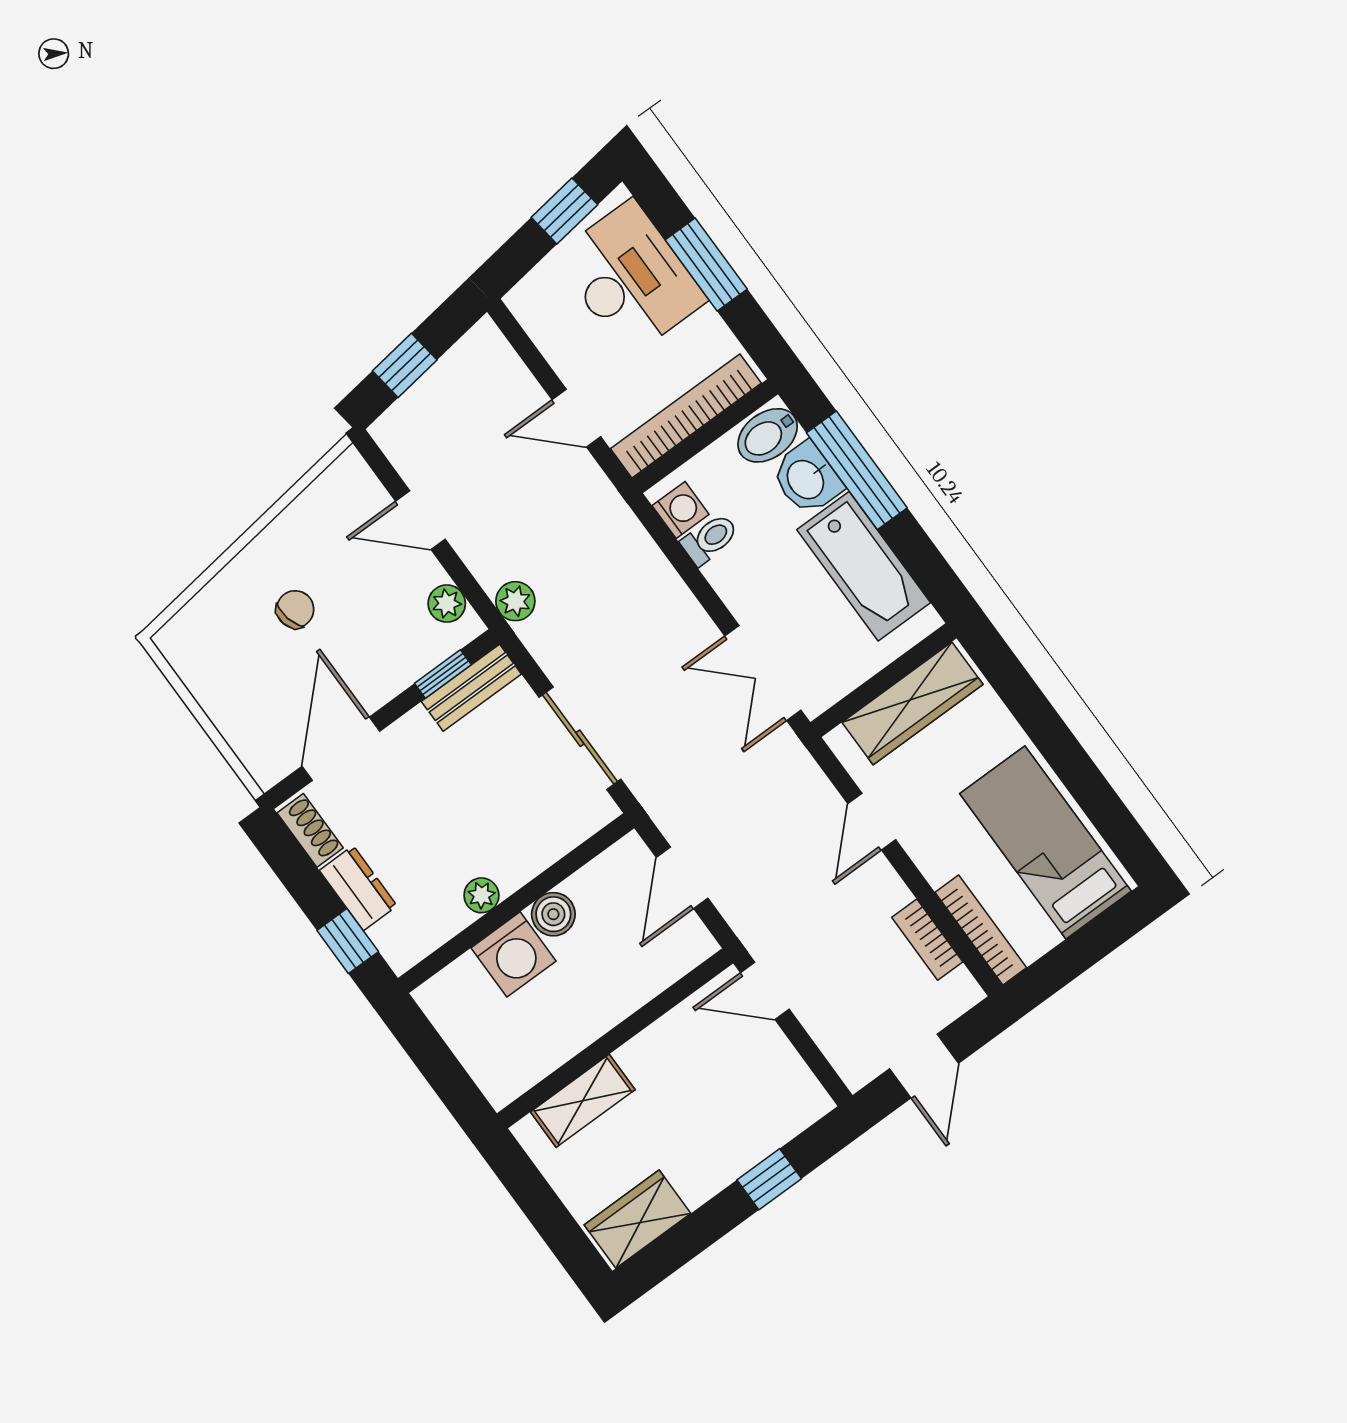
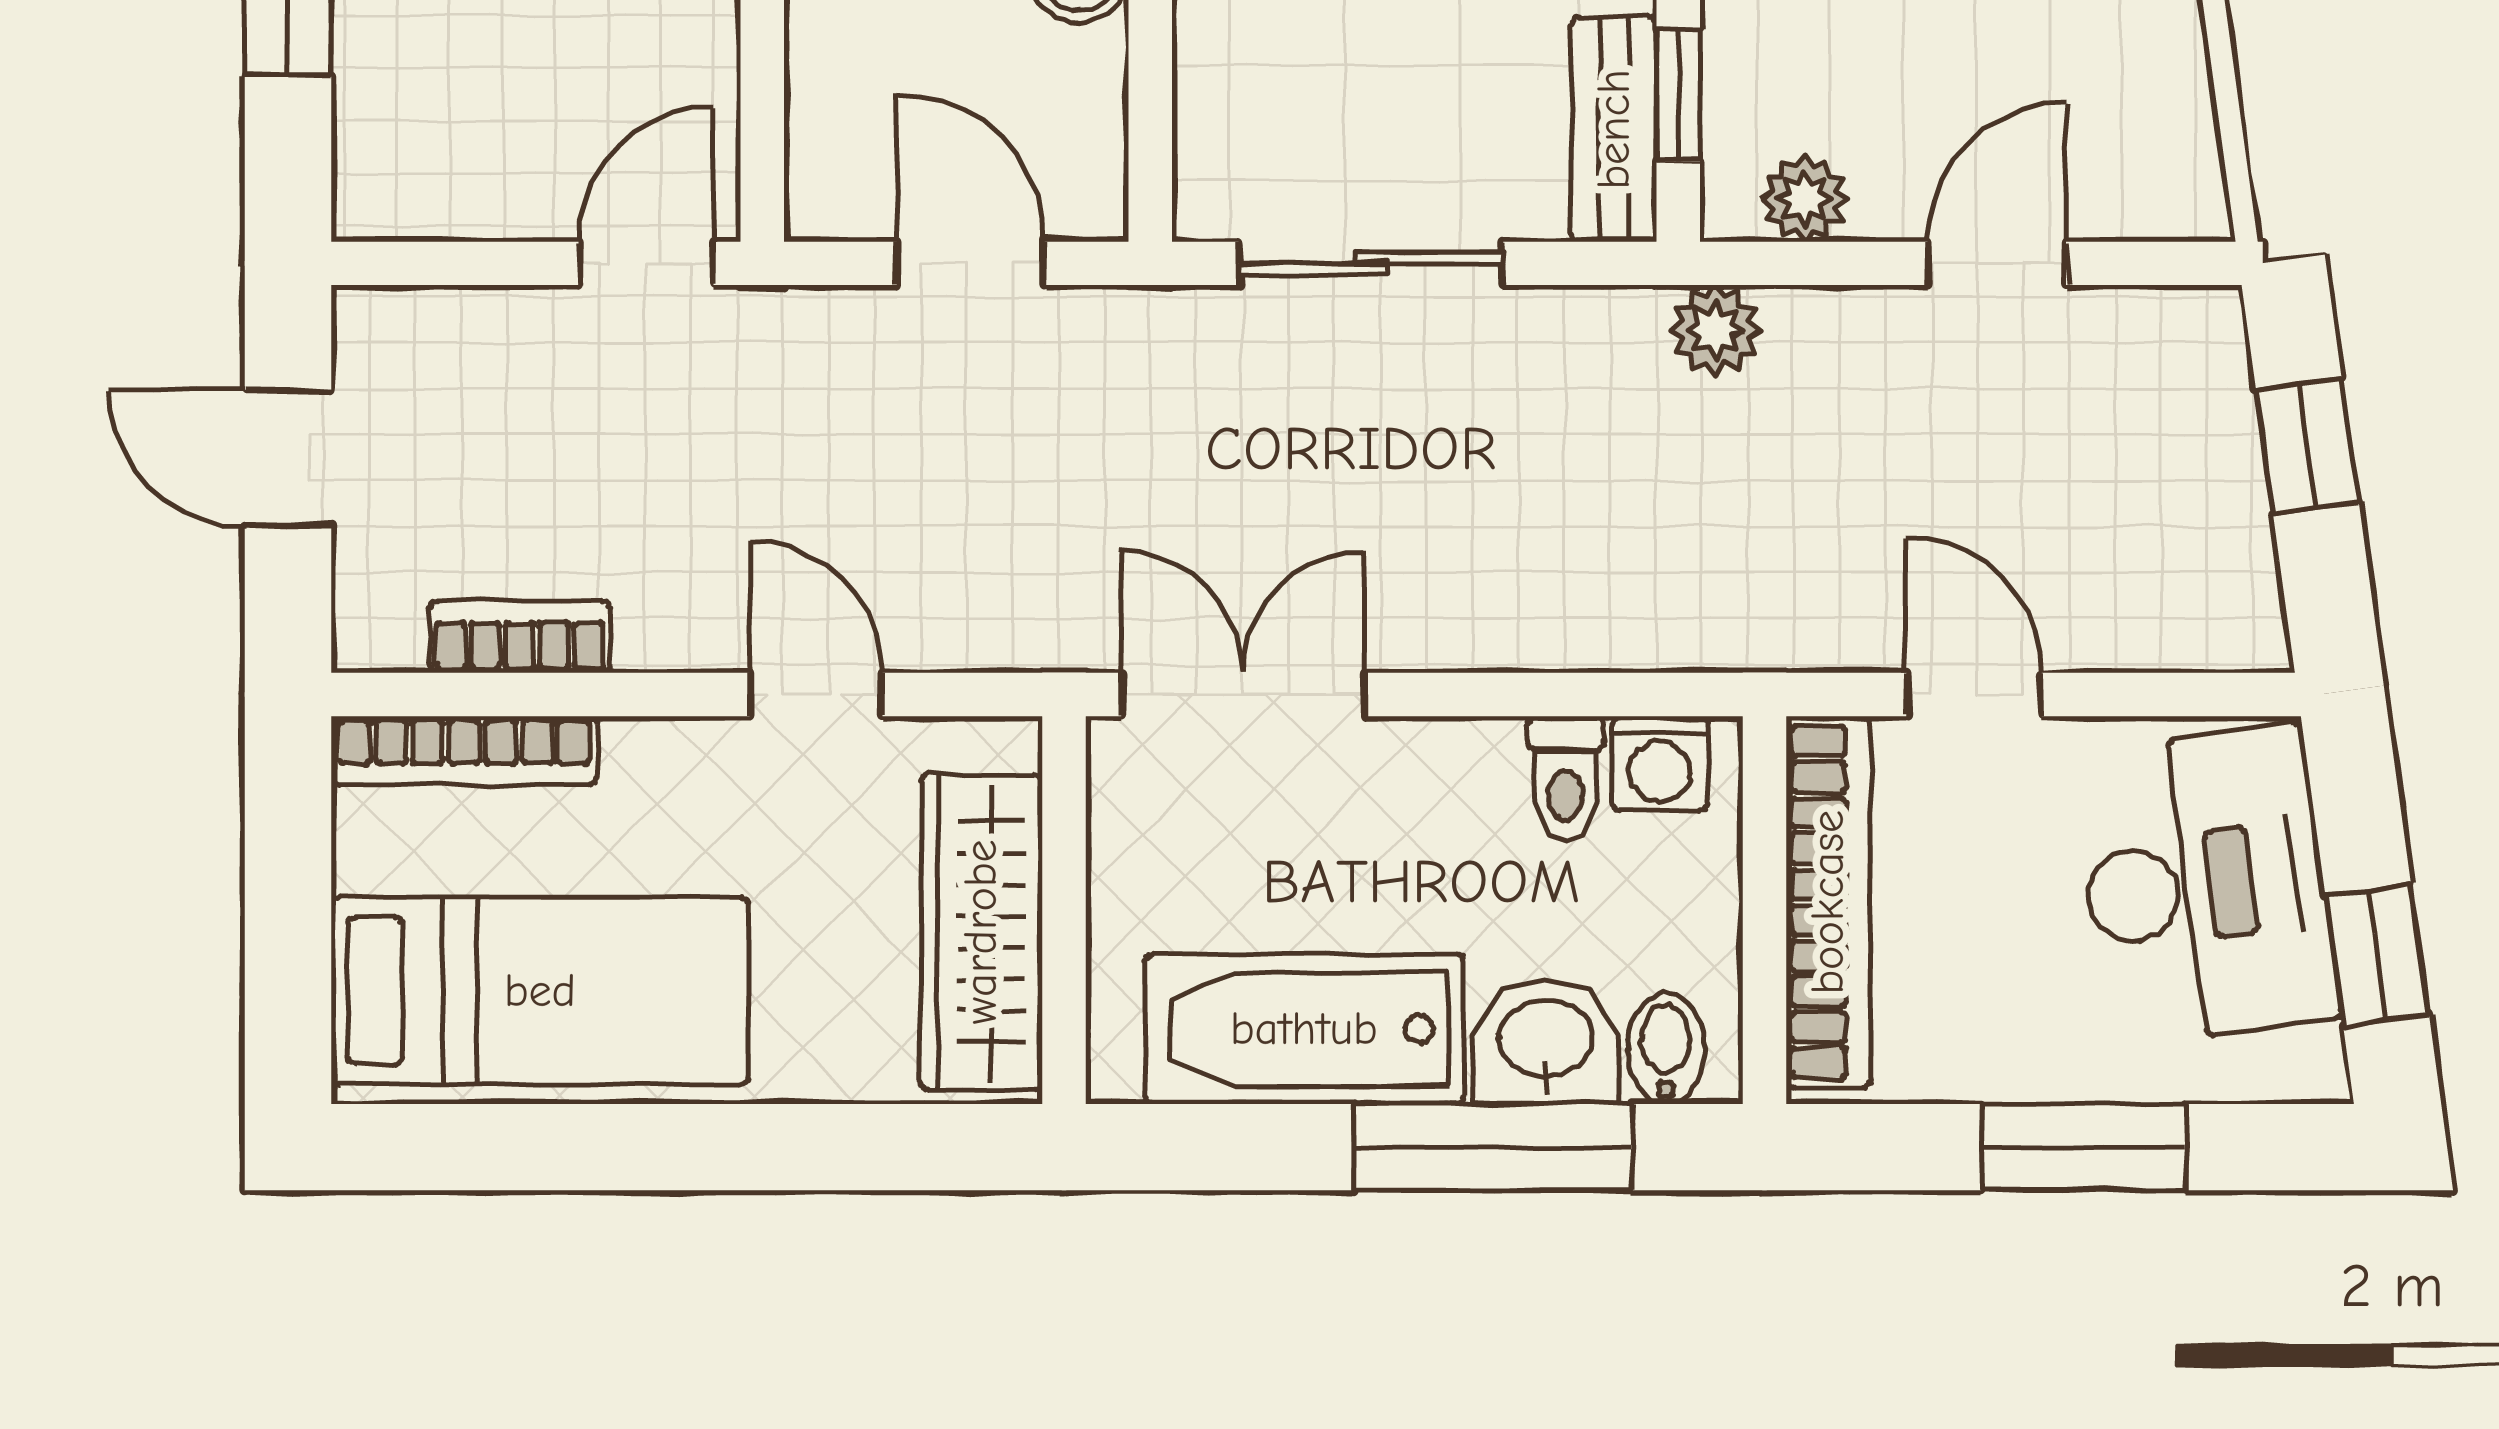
desk: (630, 278) -> (2205, 886), moved, turned -98
door: (576, 418) -> (1974, 694), hinge flipped
bidet: (768, 435) -> (1666, 1048), width x0.72, depth x0.74

